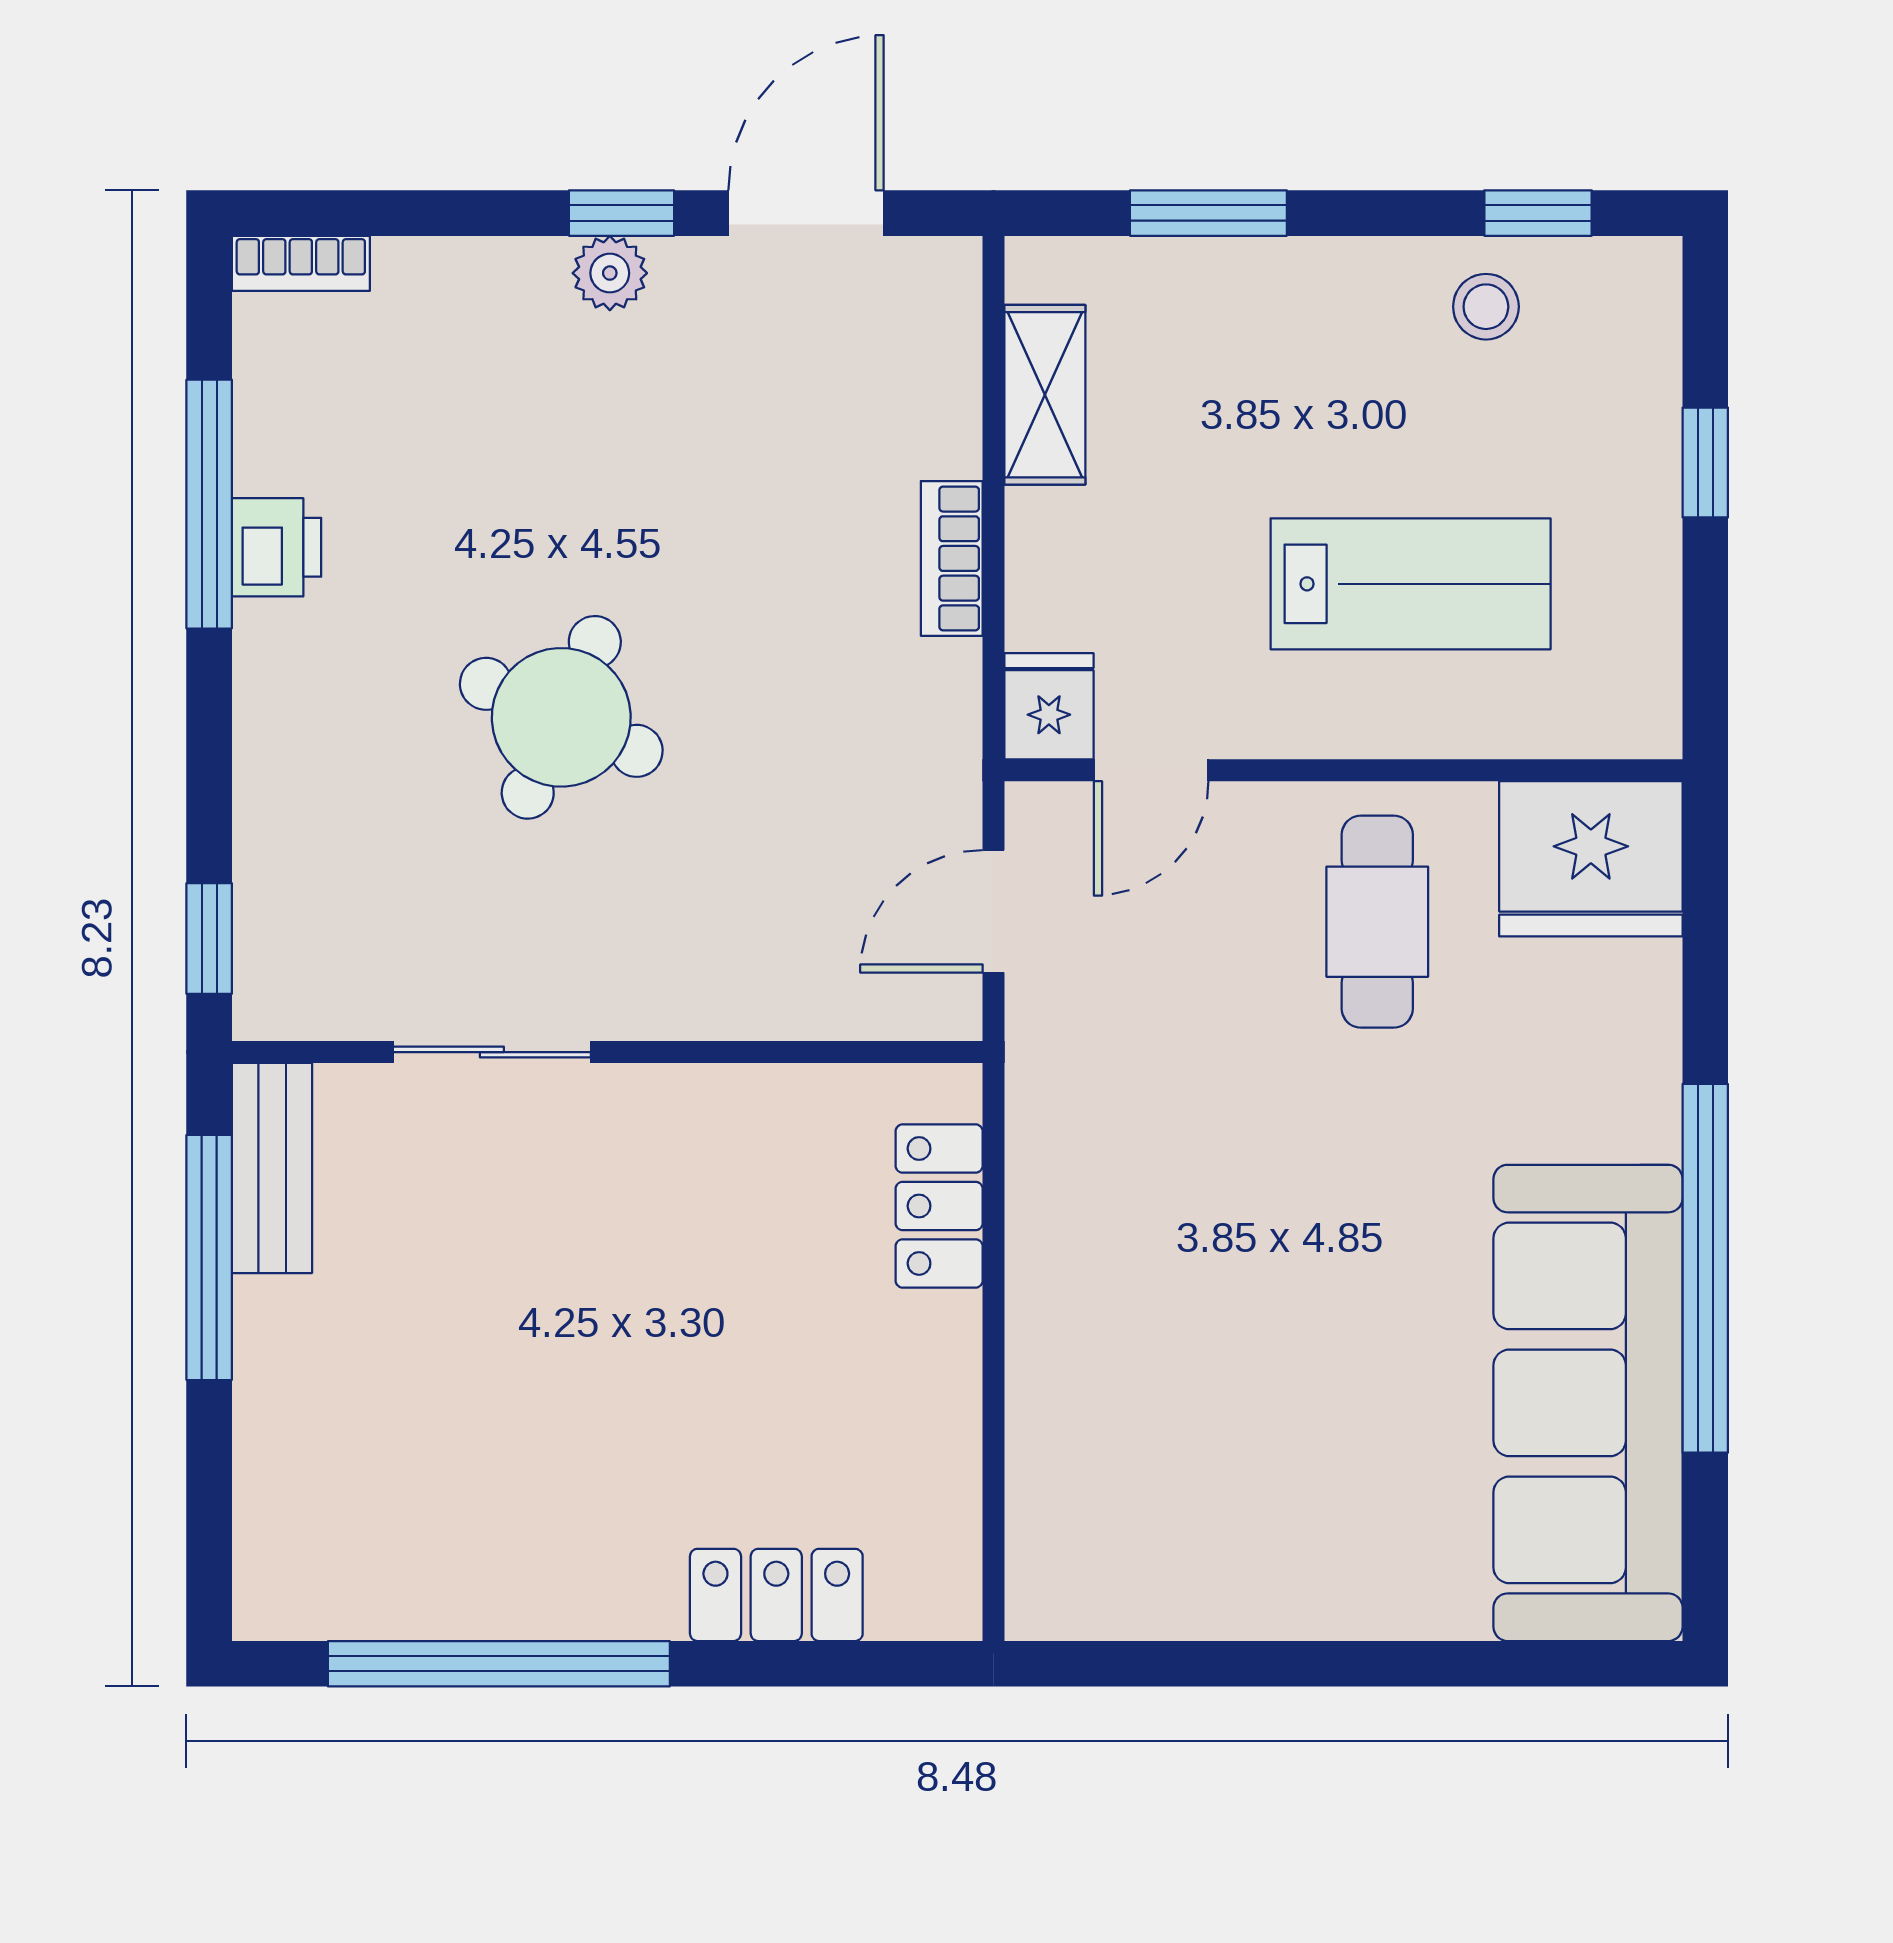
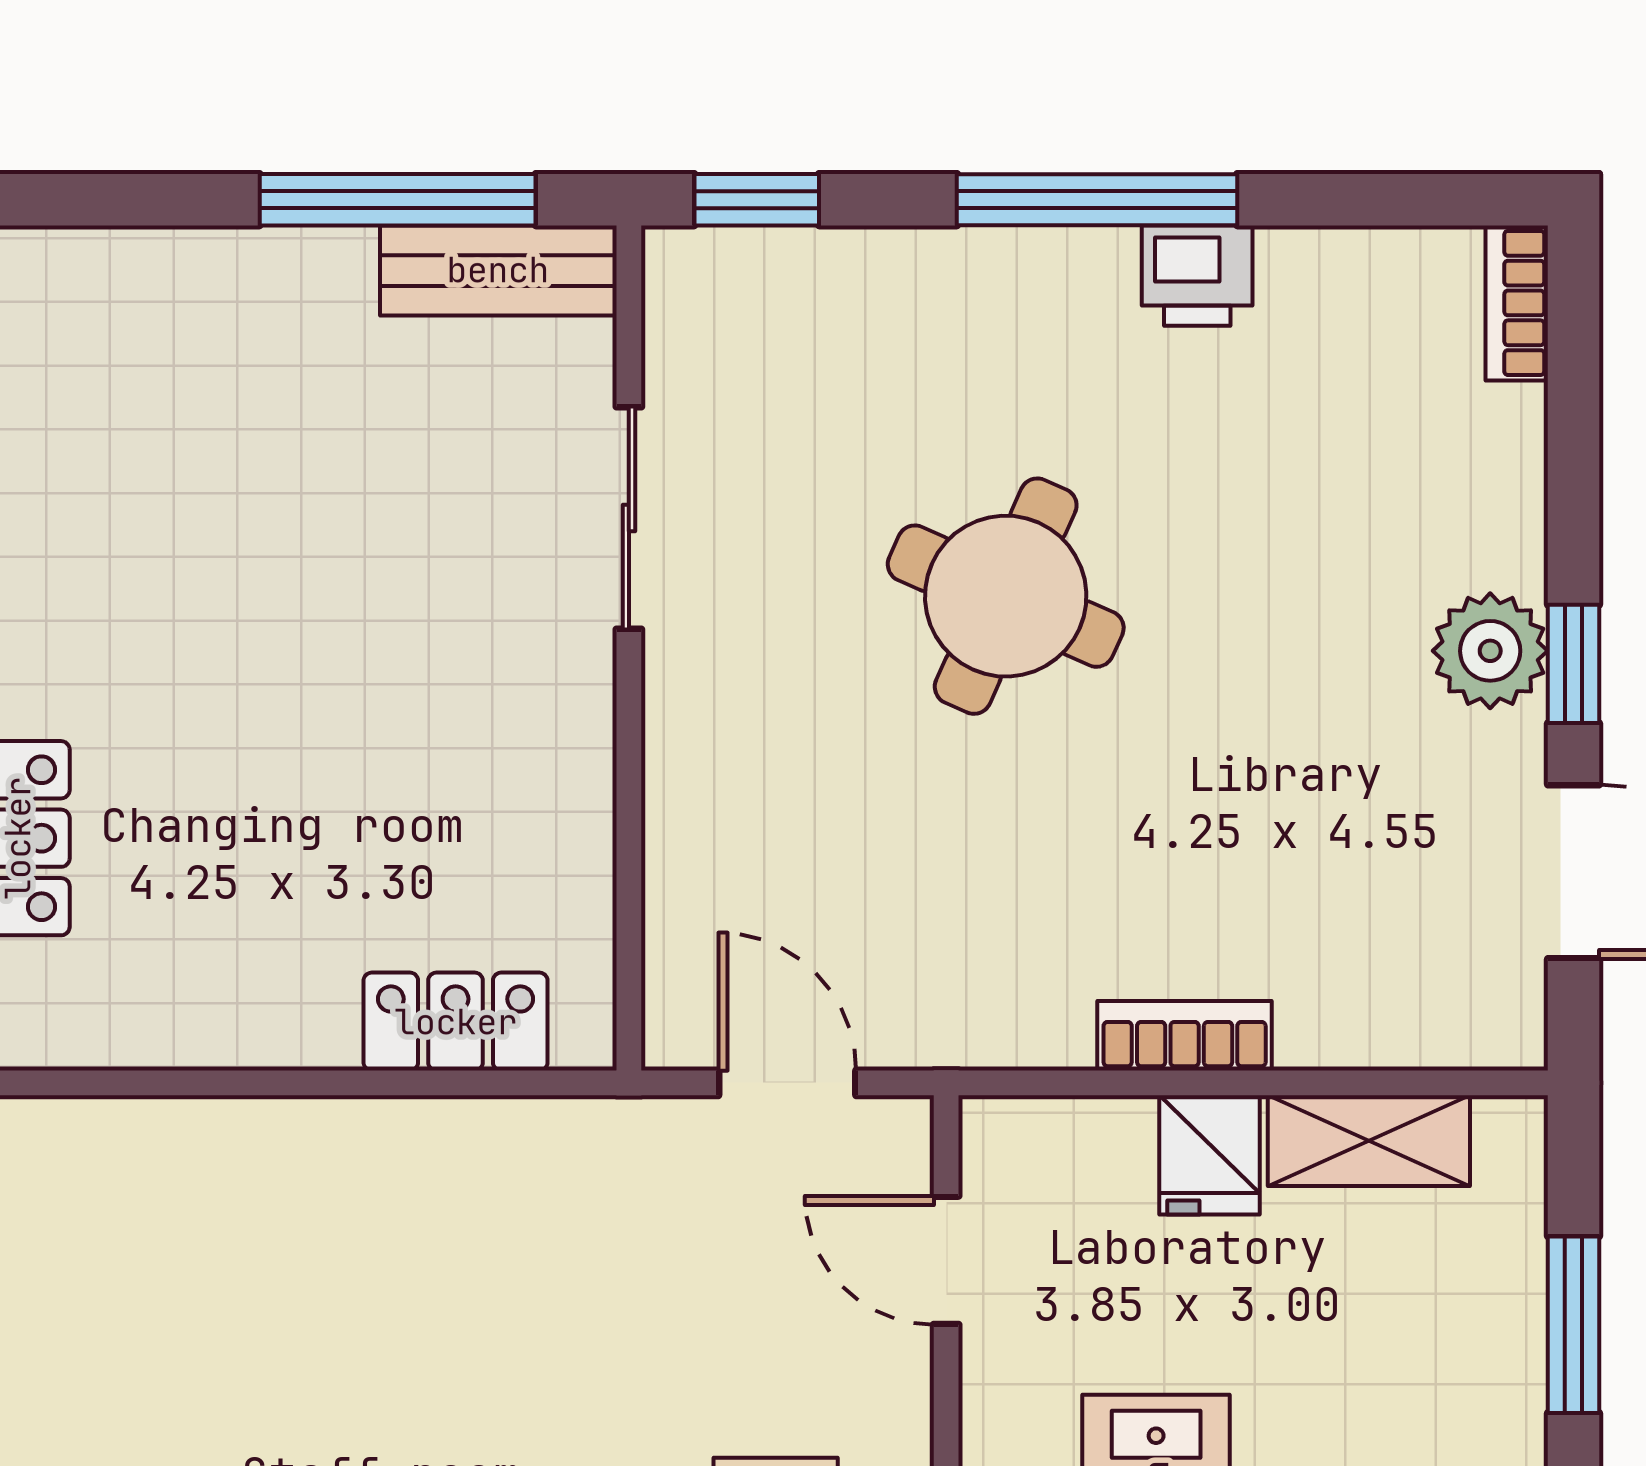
plant: (610, 273) -> (1490, 651), width x1.38, depth x1.38
window: (209, 504) -> (1097, 200), moved
fridge: (1049, 706) -> (1209, 1155), moved, turned 90

